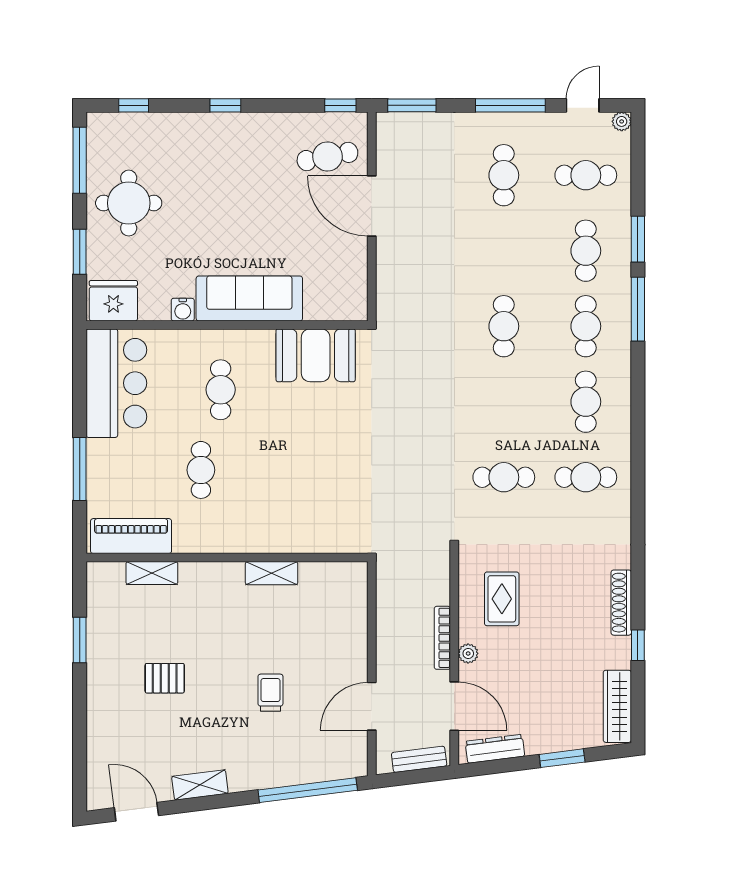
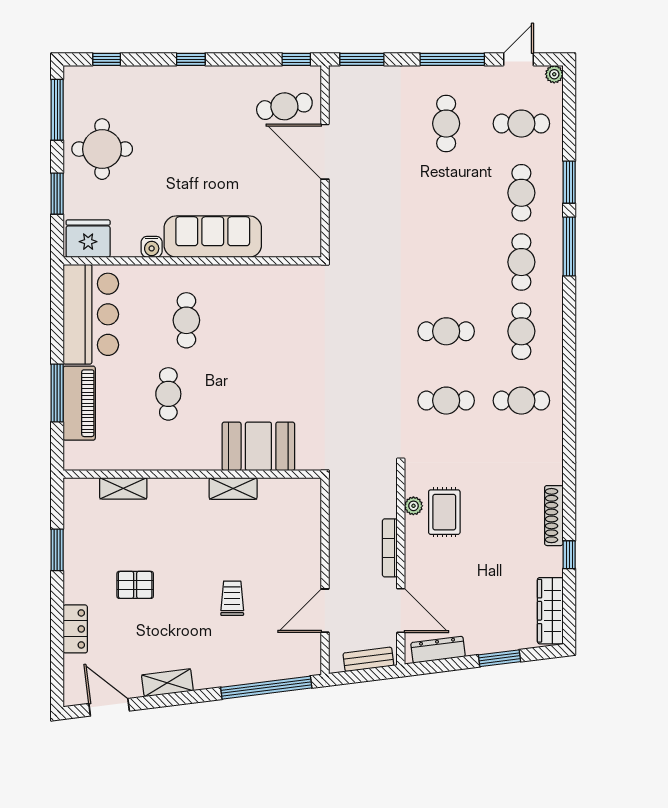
cafe table: (504, 326) -> (446, 331), moved, turned 90
booth: (316, 355) -> (258, 446), moved
piano: (131, 536) -> (79, 403), moved, turned 90
plant: (468, 653) -> (413, 506), moved
locker: (99, 726) -> (75, 629), added

